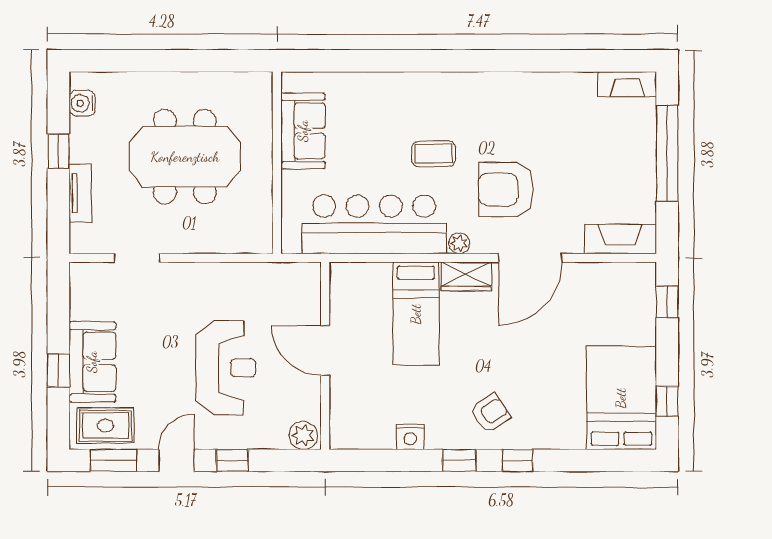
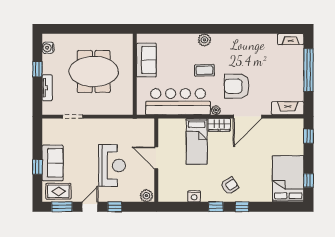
plant: (433, 86) -> (204, 40), added

